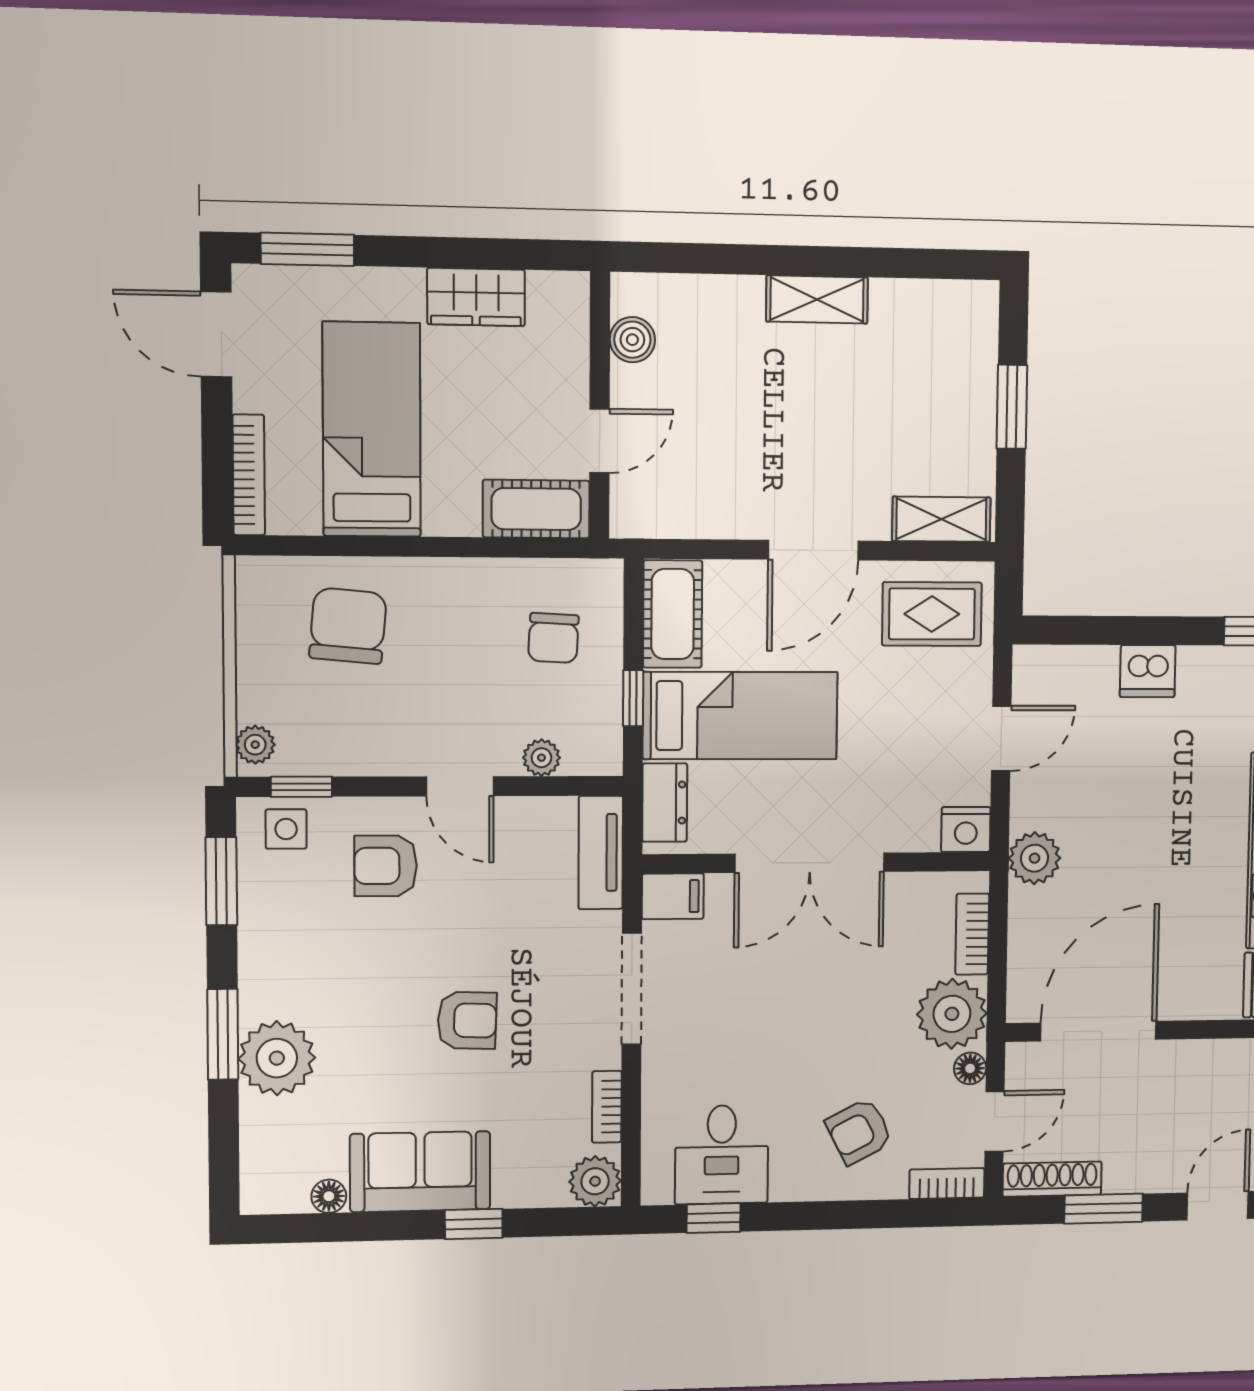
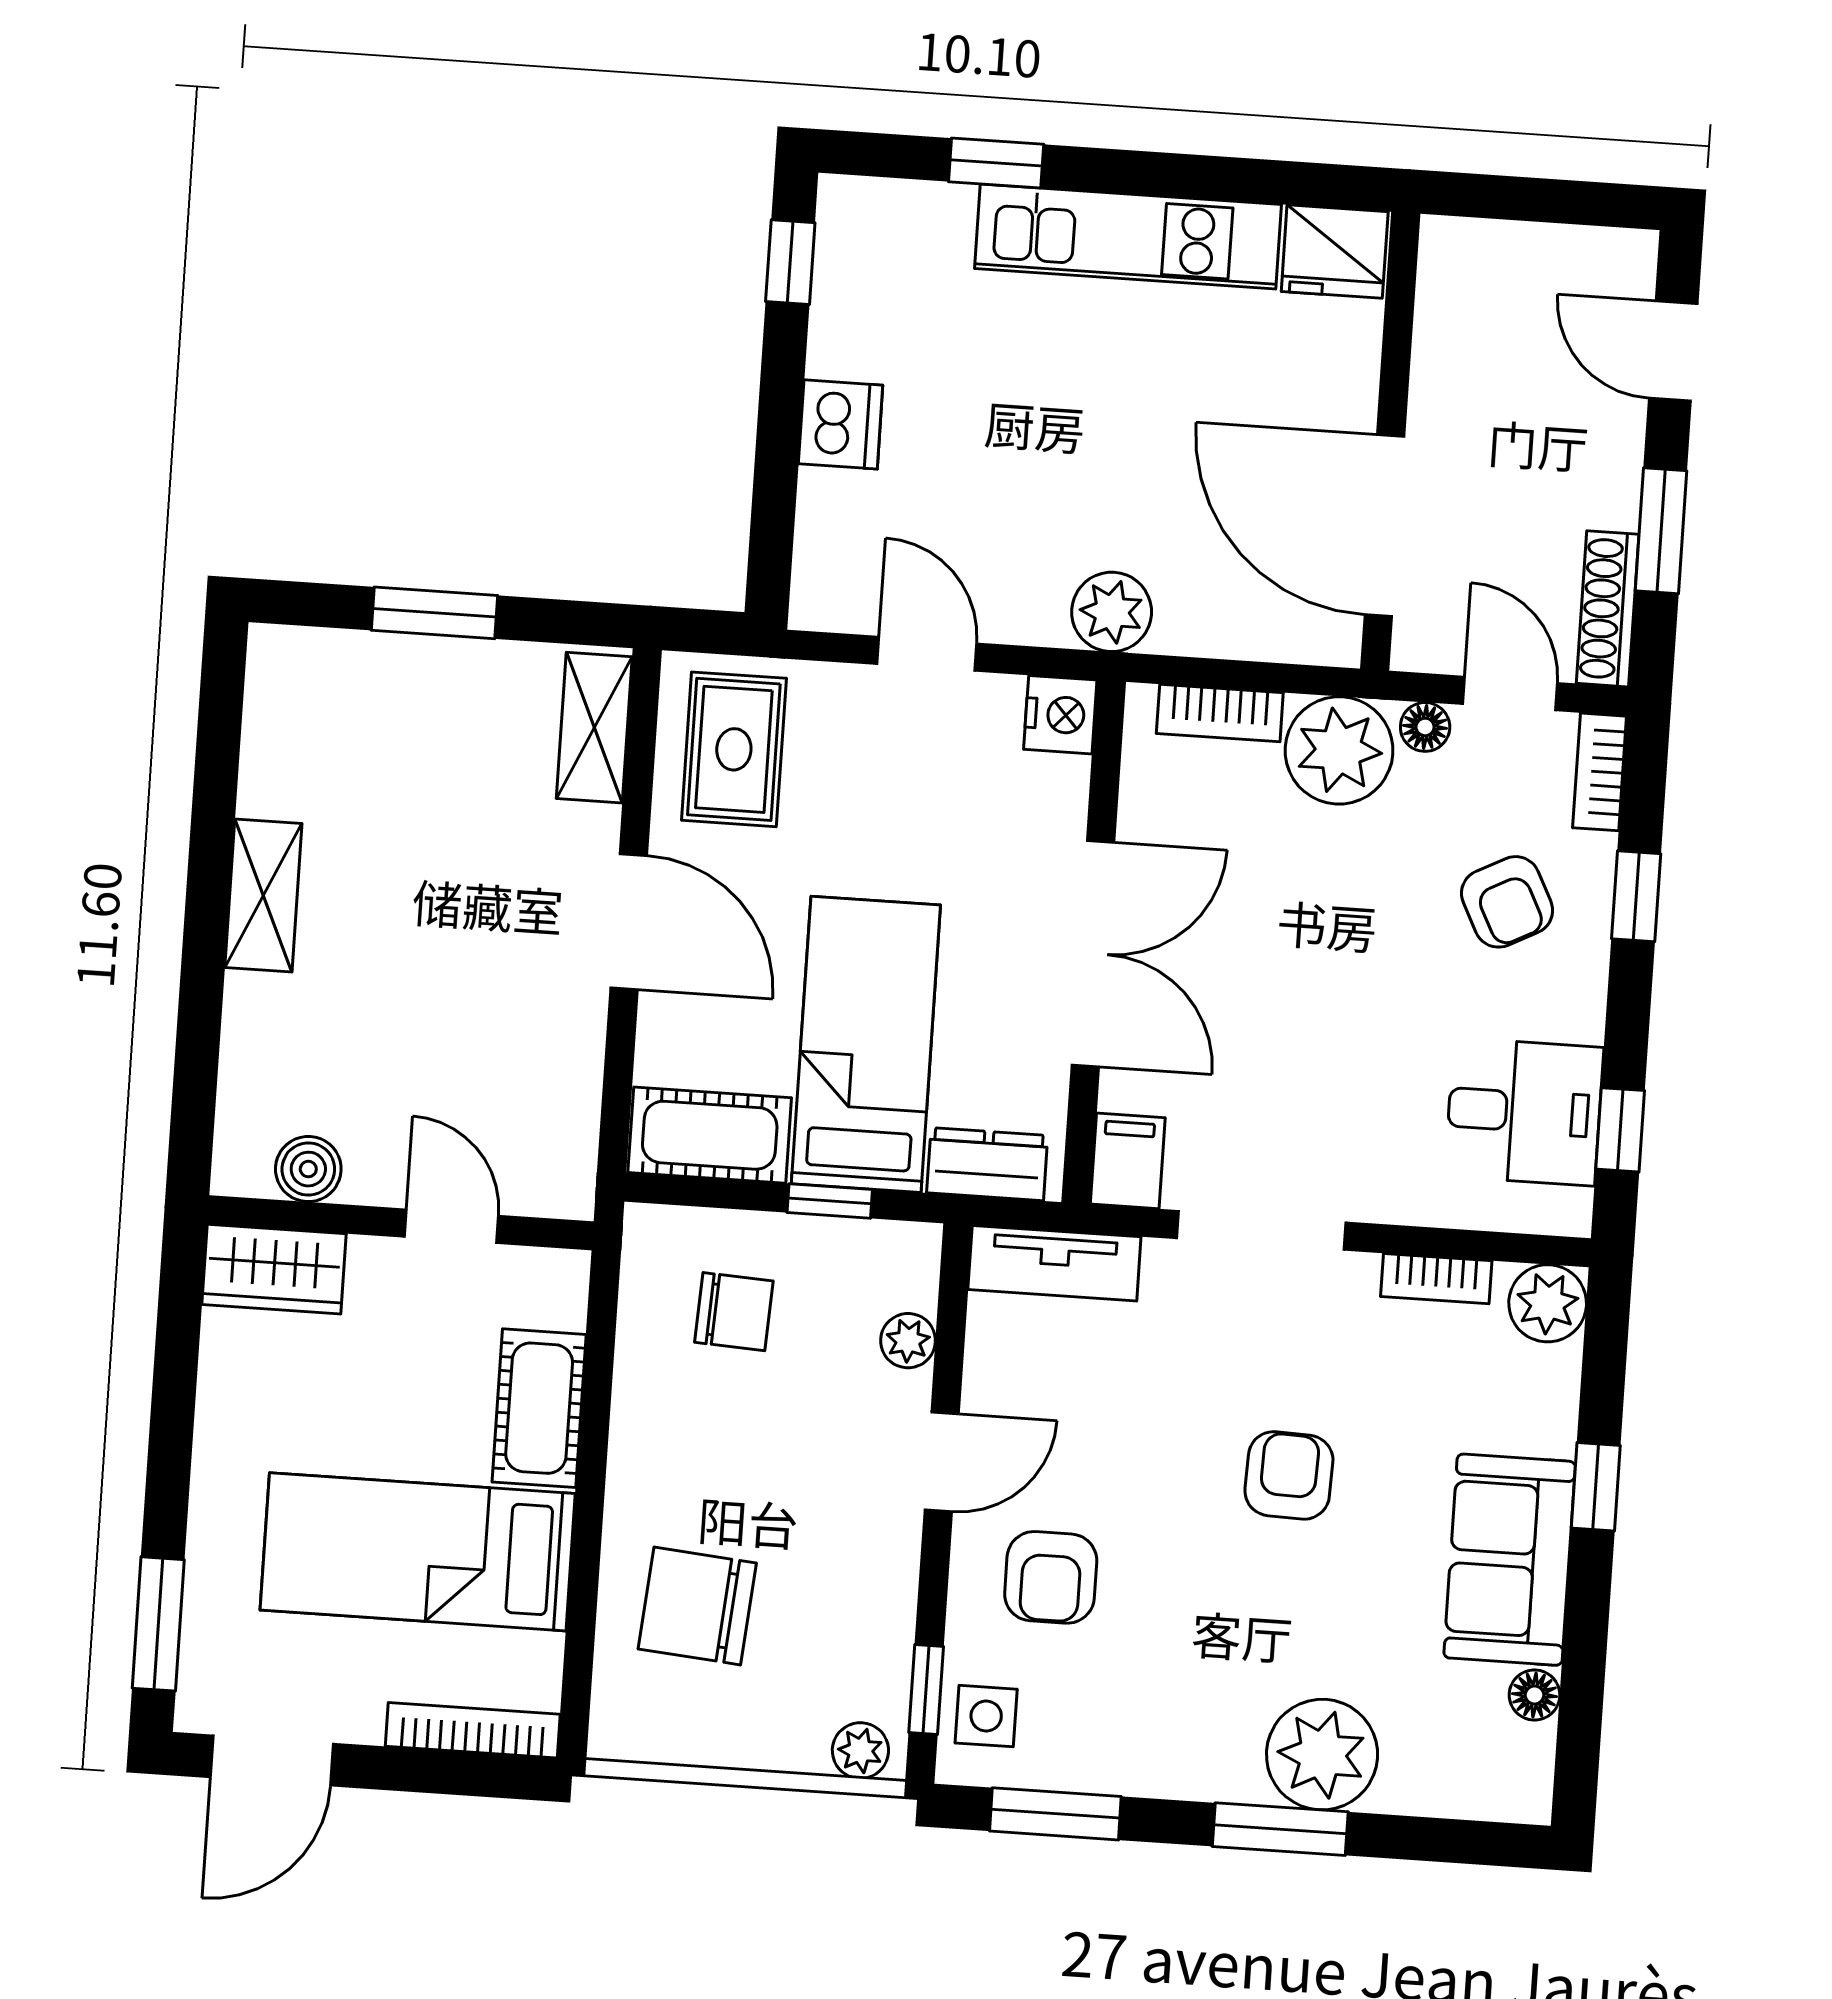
wardrobe: (476, 297) -> (274, 1269), moved, turned 90
cot: (536, 509) -> (539, 1408), moved
window: (867, 1214) -> (1636, 896), added

